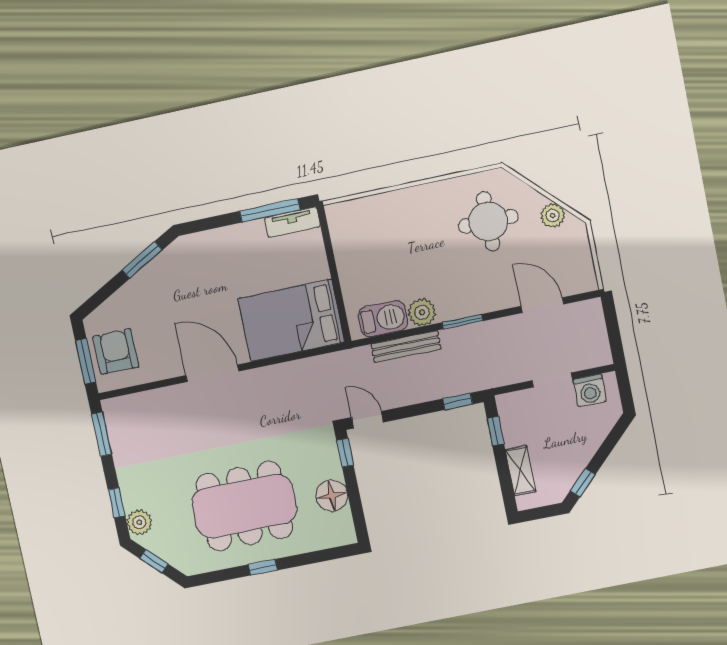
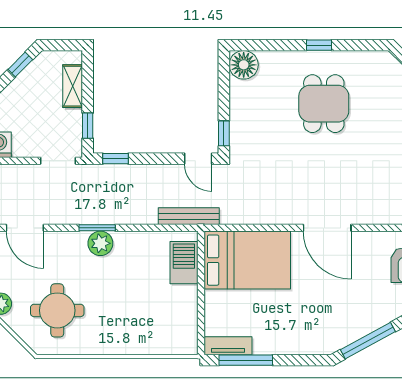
window: (142, 260) -> (368, 341), width x1.44
plant: (422, 312) -> (100, 243), moved
barbecue: (383, 319) -> (184, 263), moved, turned 90
bench: (406, 347) -> (189, 216), moved
doorway: (552, 380) -> (58, 161), moved
floor lamp: (332, 496) -> (244, 65), moved
dining table: (244, 506) -> (324, 104), width x0.53, depth x0.80

